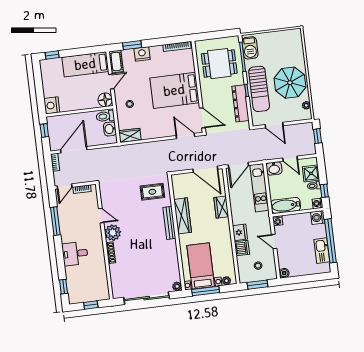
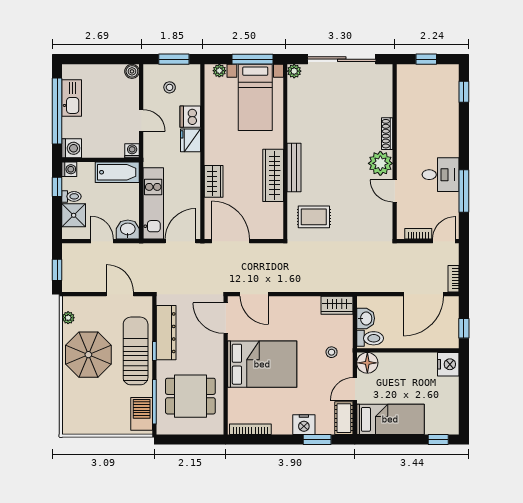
desk: (75, 254) -> (441, 175), moved

